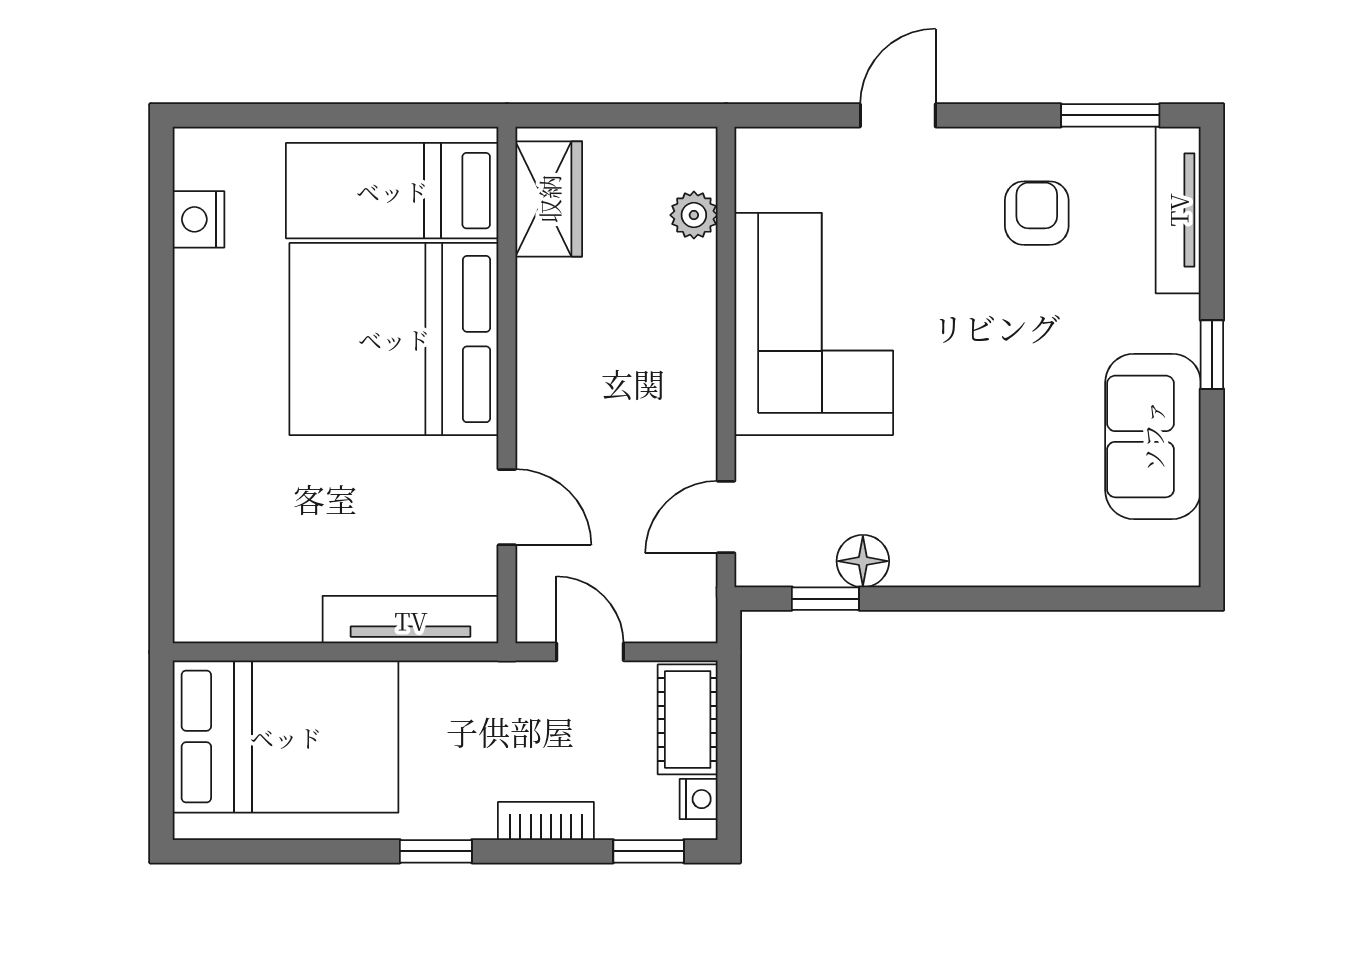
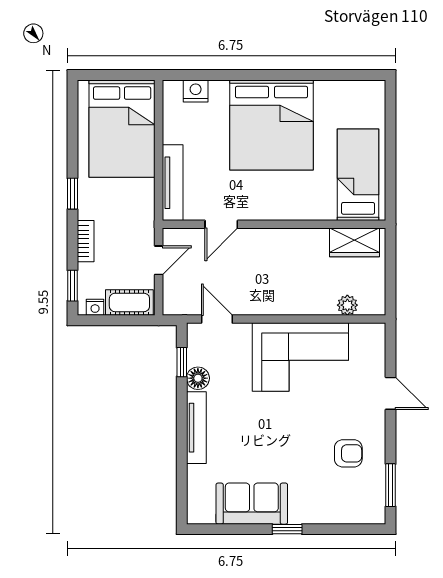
tv unit: (1178, 210) -> (196, 428), moved, turned 90
nightstand: (199, 219) -> (196, 91), moved
bed: (394, 339) -> (271, 125), moved, turned 180

